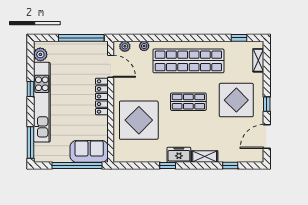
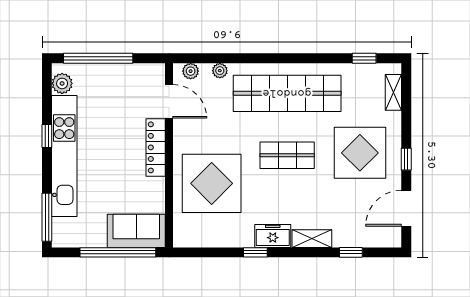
window: (81, 38) -> (98, 58), moved

